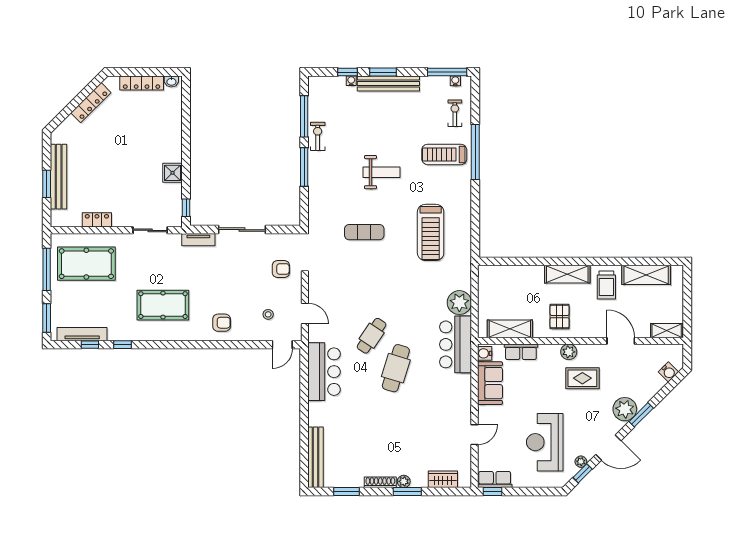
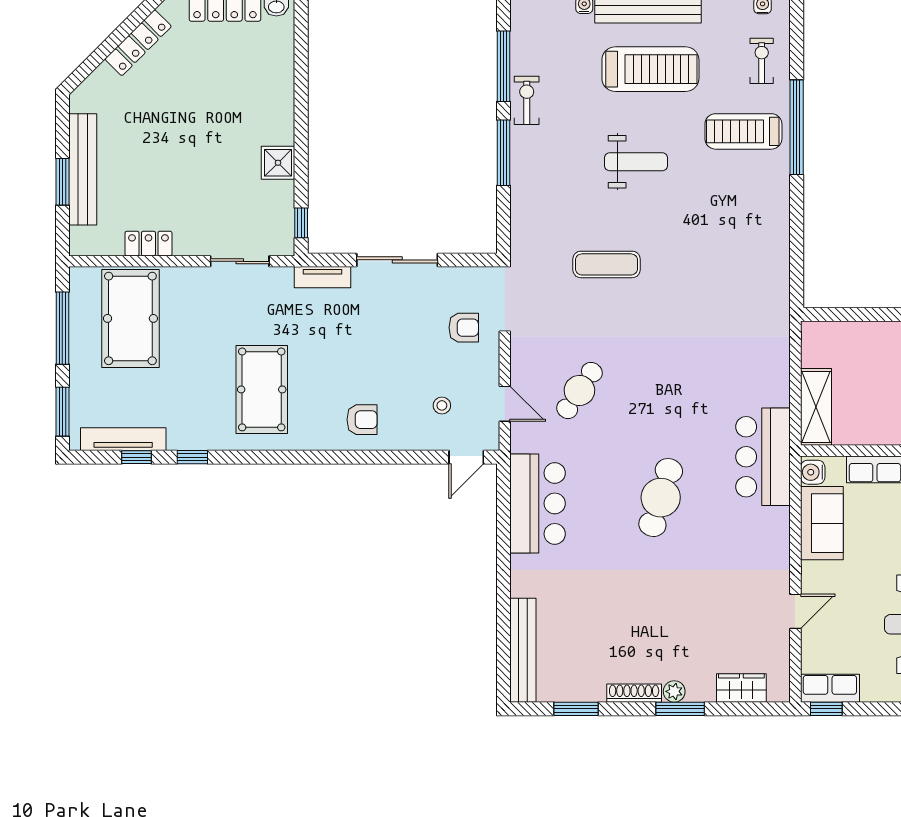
treadmill: (431, 232) -> (650, 69), moved, turned -90
pool table: (86, 264) -> (130, 318), turned 90
plant: (459, 303) -> (769, 385), removed
pool table: (163, 305) -> (262, 389), turned 90
shelving: (510, 329) -> (816, 407), moved, turned 90
cafe table: (372, 336) -> (579, 390), moved

